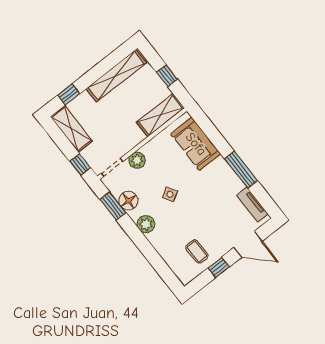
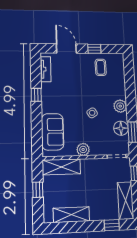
shelving: (116, 76) -> (71, 215), width x0.68
plant: (137, 160) -> (83, 149), moved
window: (241, 170) -> (36, 95), width x0.46

